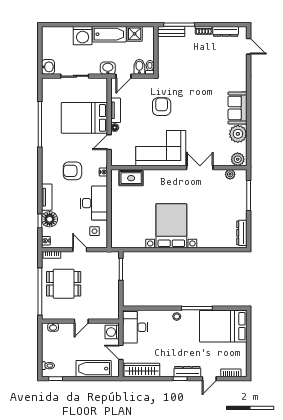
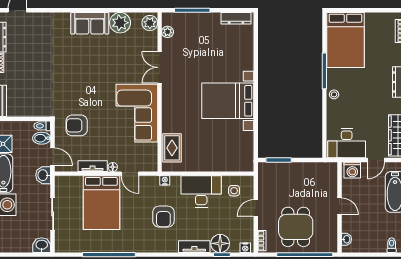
armchair: (162, 107) -> (77, 125), moved

